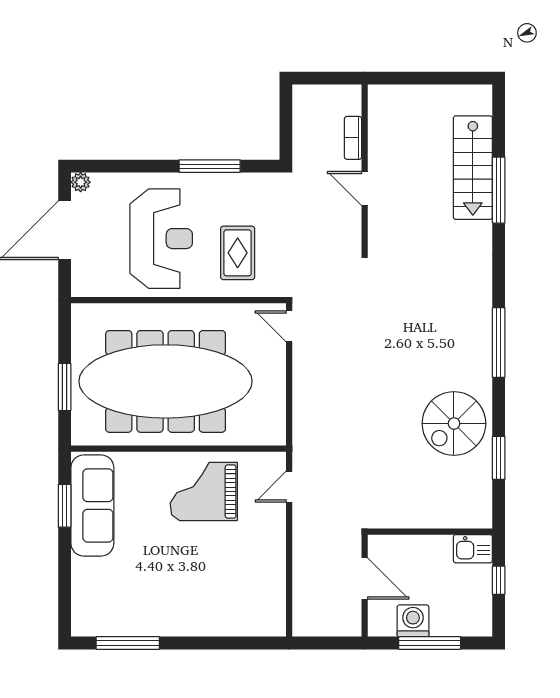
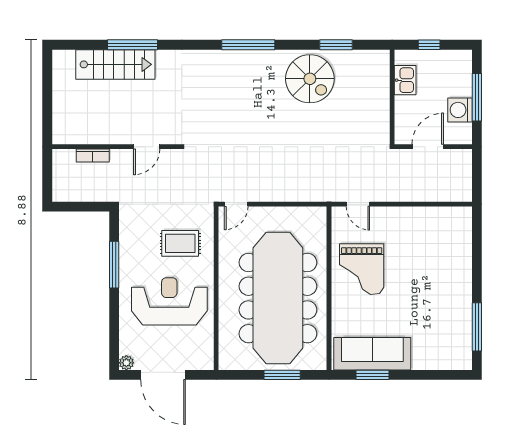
door: (365, 188) -> (147, 147), moved
kitchen sink: (473, 549) -> (405, 80), moved

